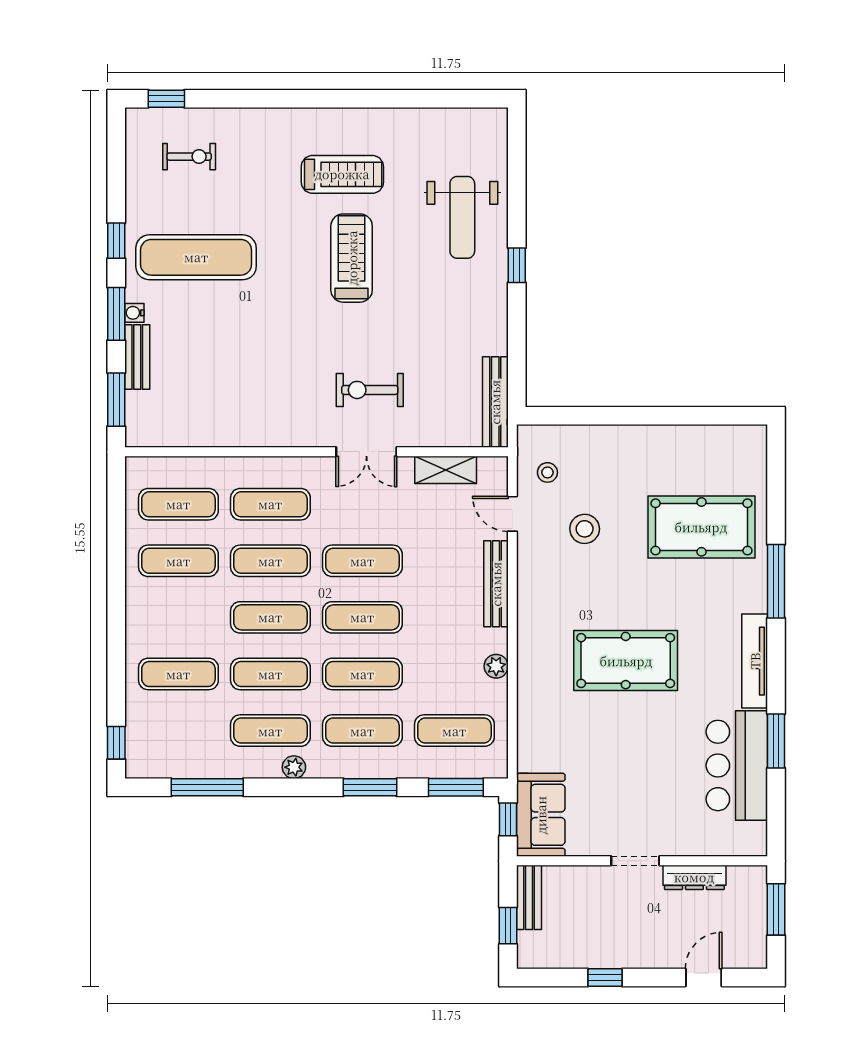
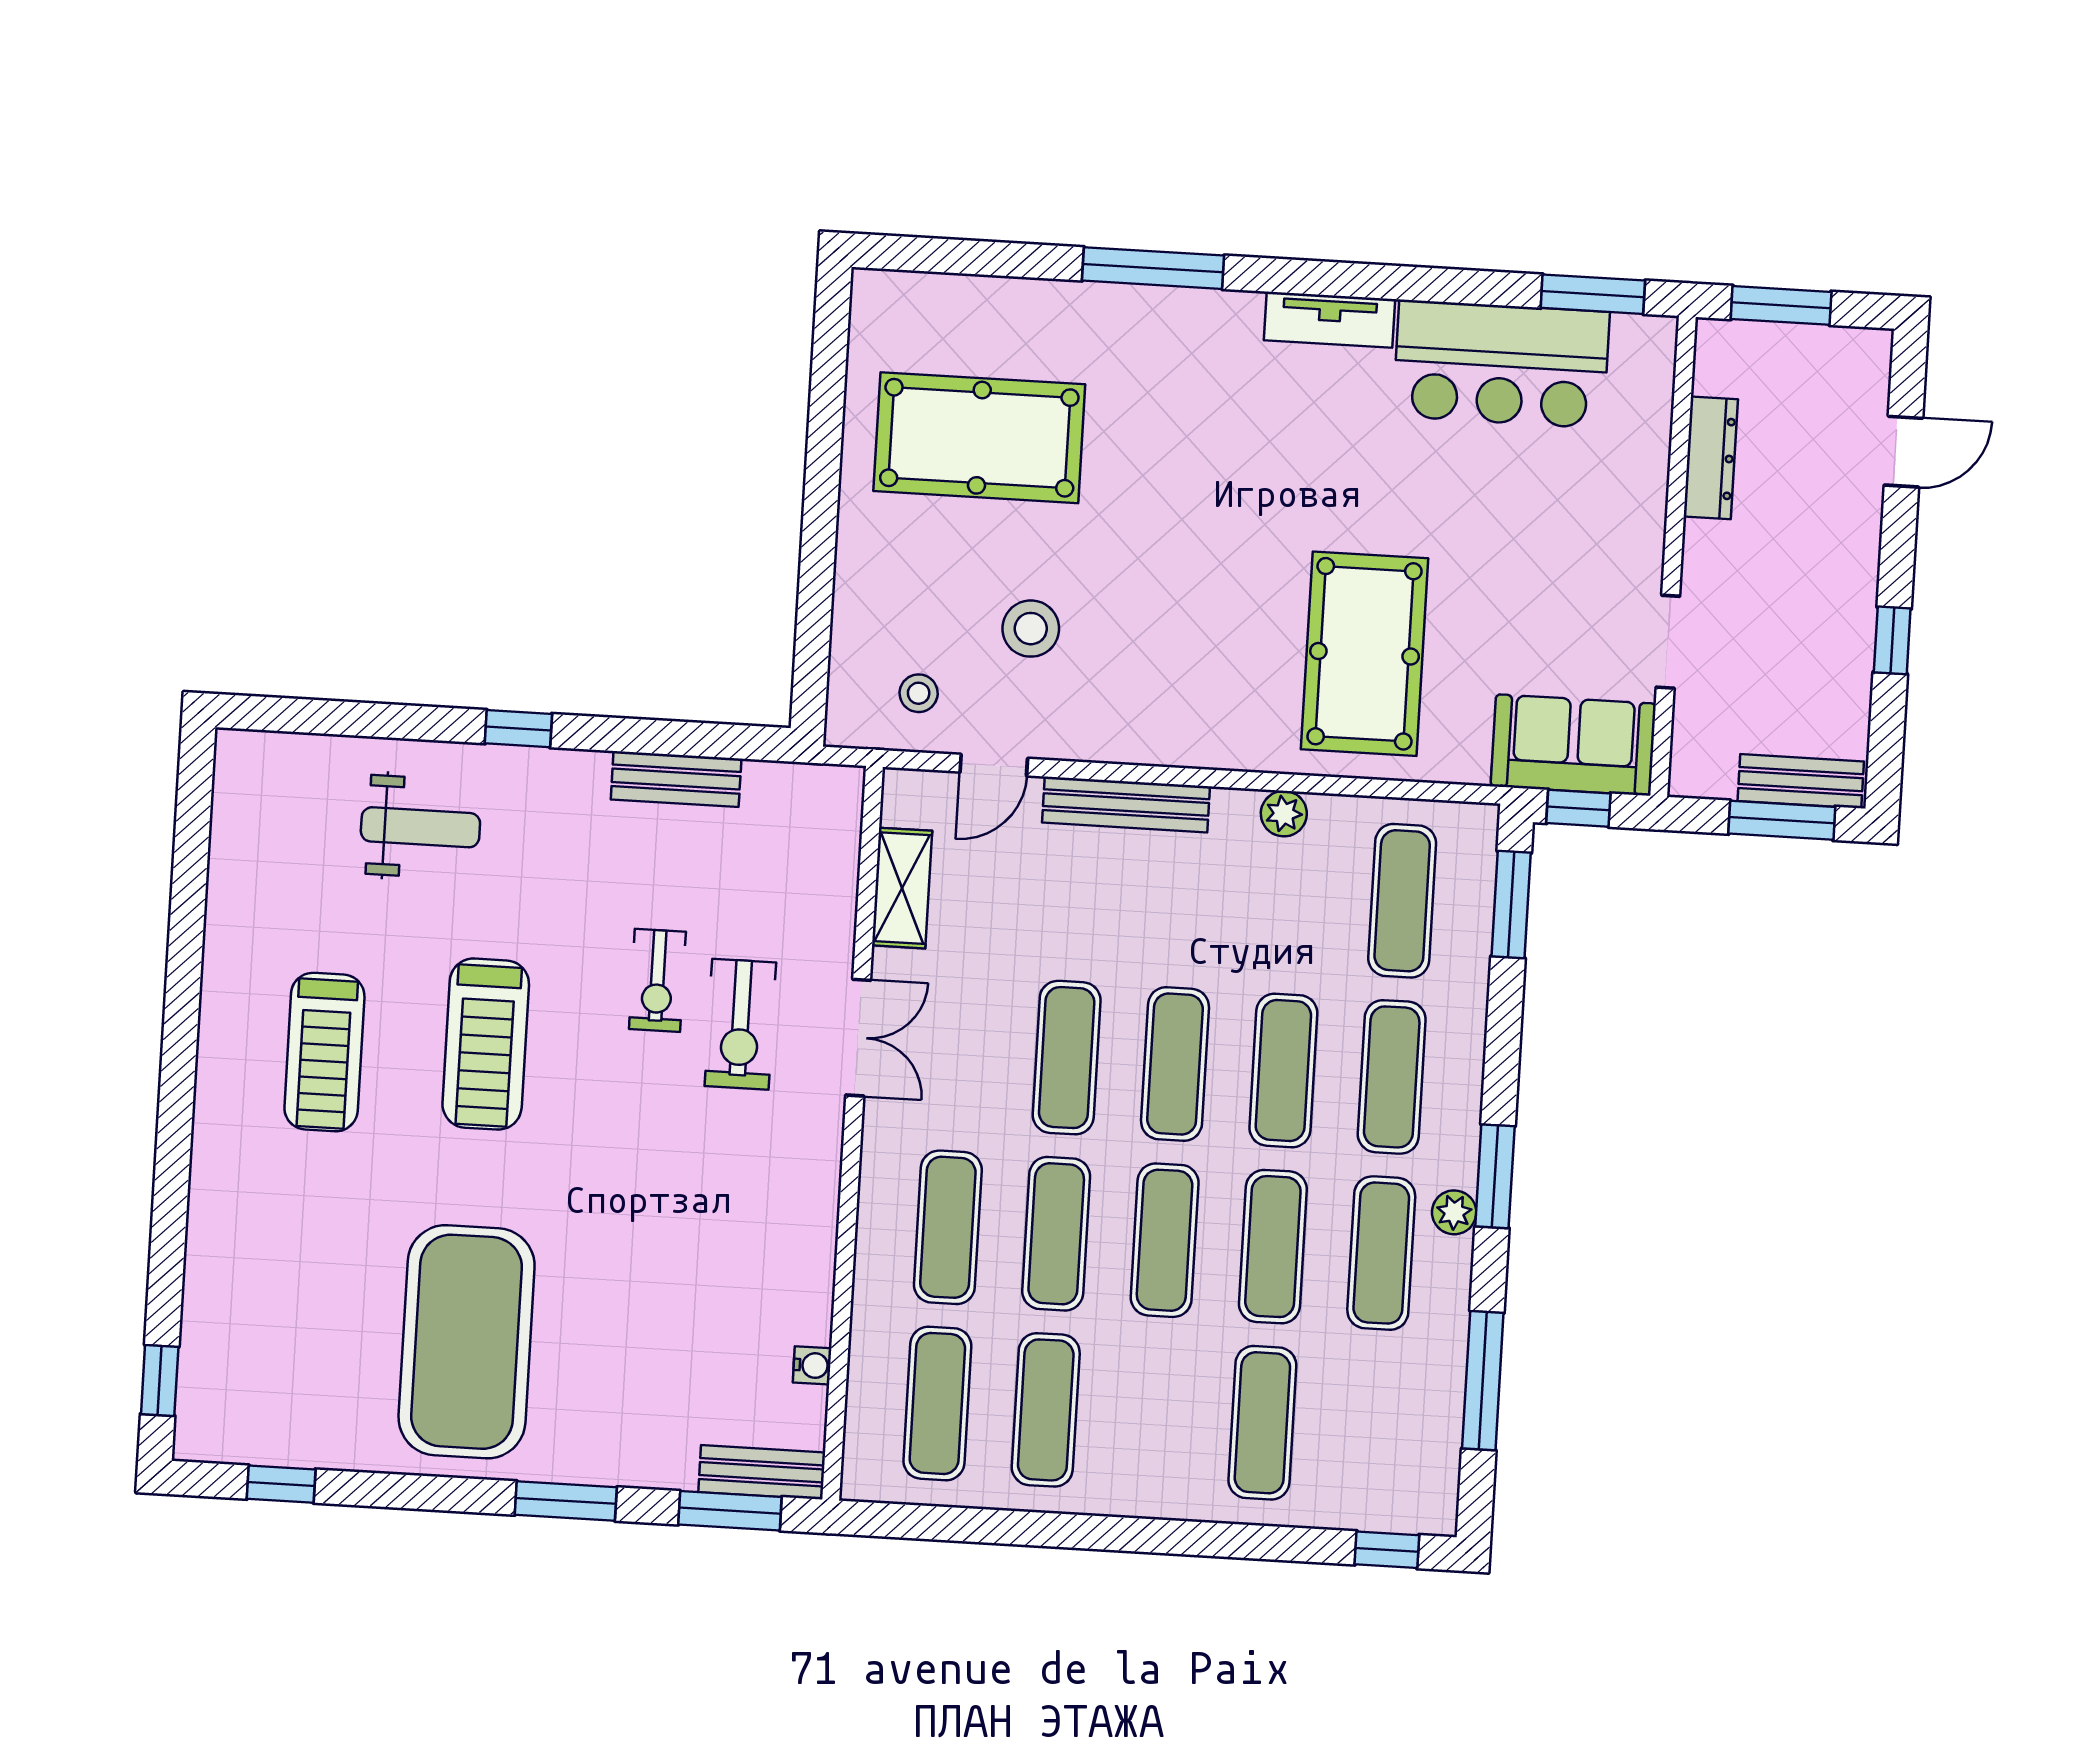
exercise bike: (189, 157) -> (657, 980), moved, turned 180
treadmill: (342, 174) -> (324, 1052), turned 180
weight bench: (462, 217) -> (420, 827), width x0.73, depth x0.75
window: (116, 241) -> (281, 1484), moved
exercise mat: (196, 257) -> (467, 1342), width x1.47
treadmill: (352, 258) -> (486, 1044), turned -90
water cooler: (134, 313) -> (812, 1365), moved, turned -90
bench: (137, 357) -> (762, 1472), moved
bench: (495, 402) -> (676, 779), moved, width x0.73
pool table: (701, 527) -> (979, 438), moved, turned 90
pool table: (626, 661) -> (1365, 654), moved
tv unit: (755, 661) -> (1330, 320), width x0.71
window: (776, 741) -> (1593, 294), moved
window: (370, 787) -> (1495, 1176), moved
doorway: (635, 861) -> (1668, 642), moved
bench: (529, 897) -> (1801, 781), moved
window: (508, 926) -> (1782, 820), width x1.50
door: (704, 977) -> (1903, 452), swing flipped

